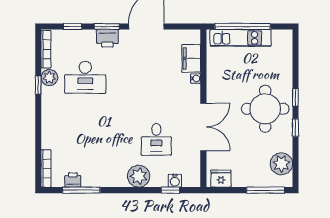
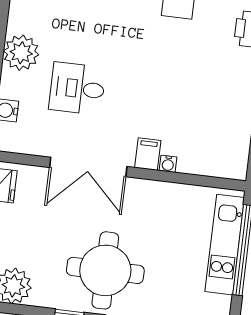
filing cabinet: (191, 58) -> (148, 154), moved, width x0.50

